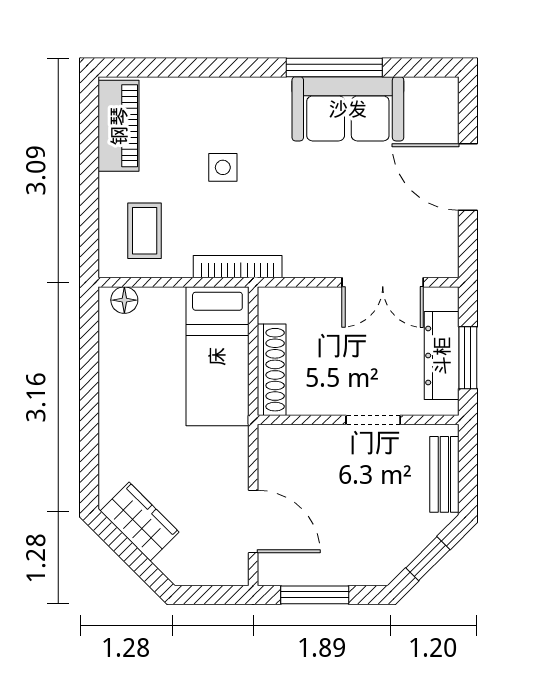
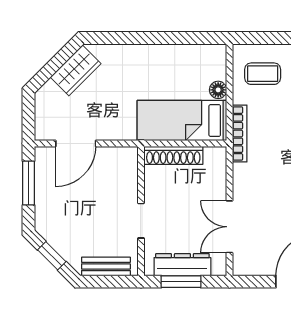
floor lamp: (124, 300) -> (218, 90), moved

